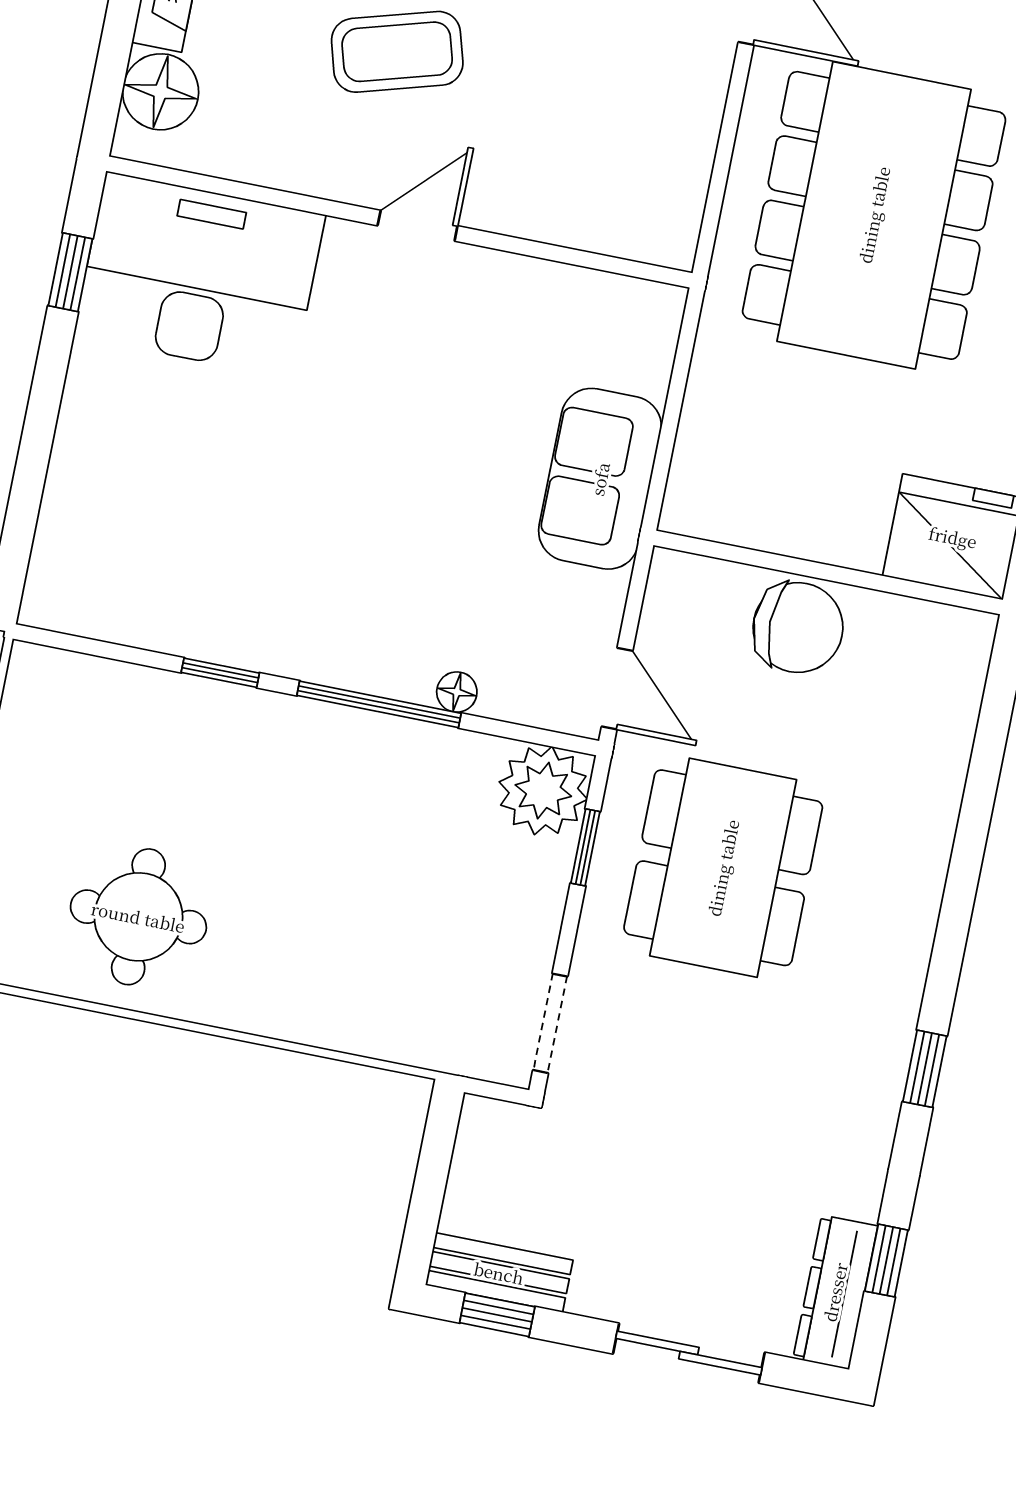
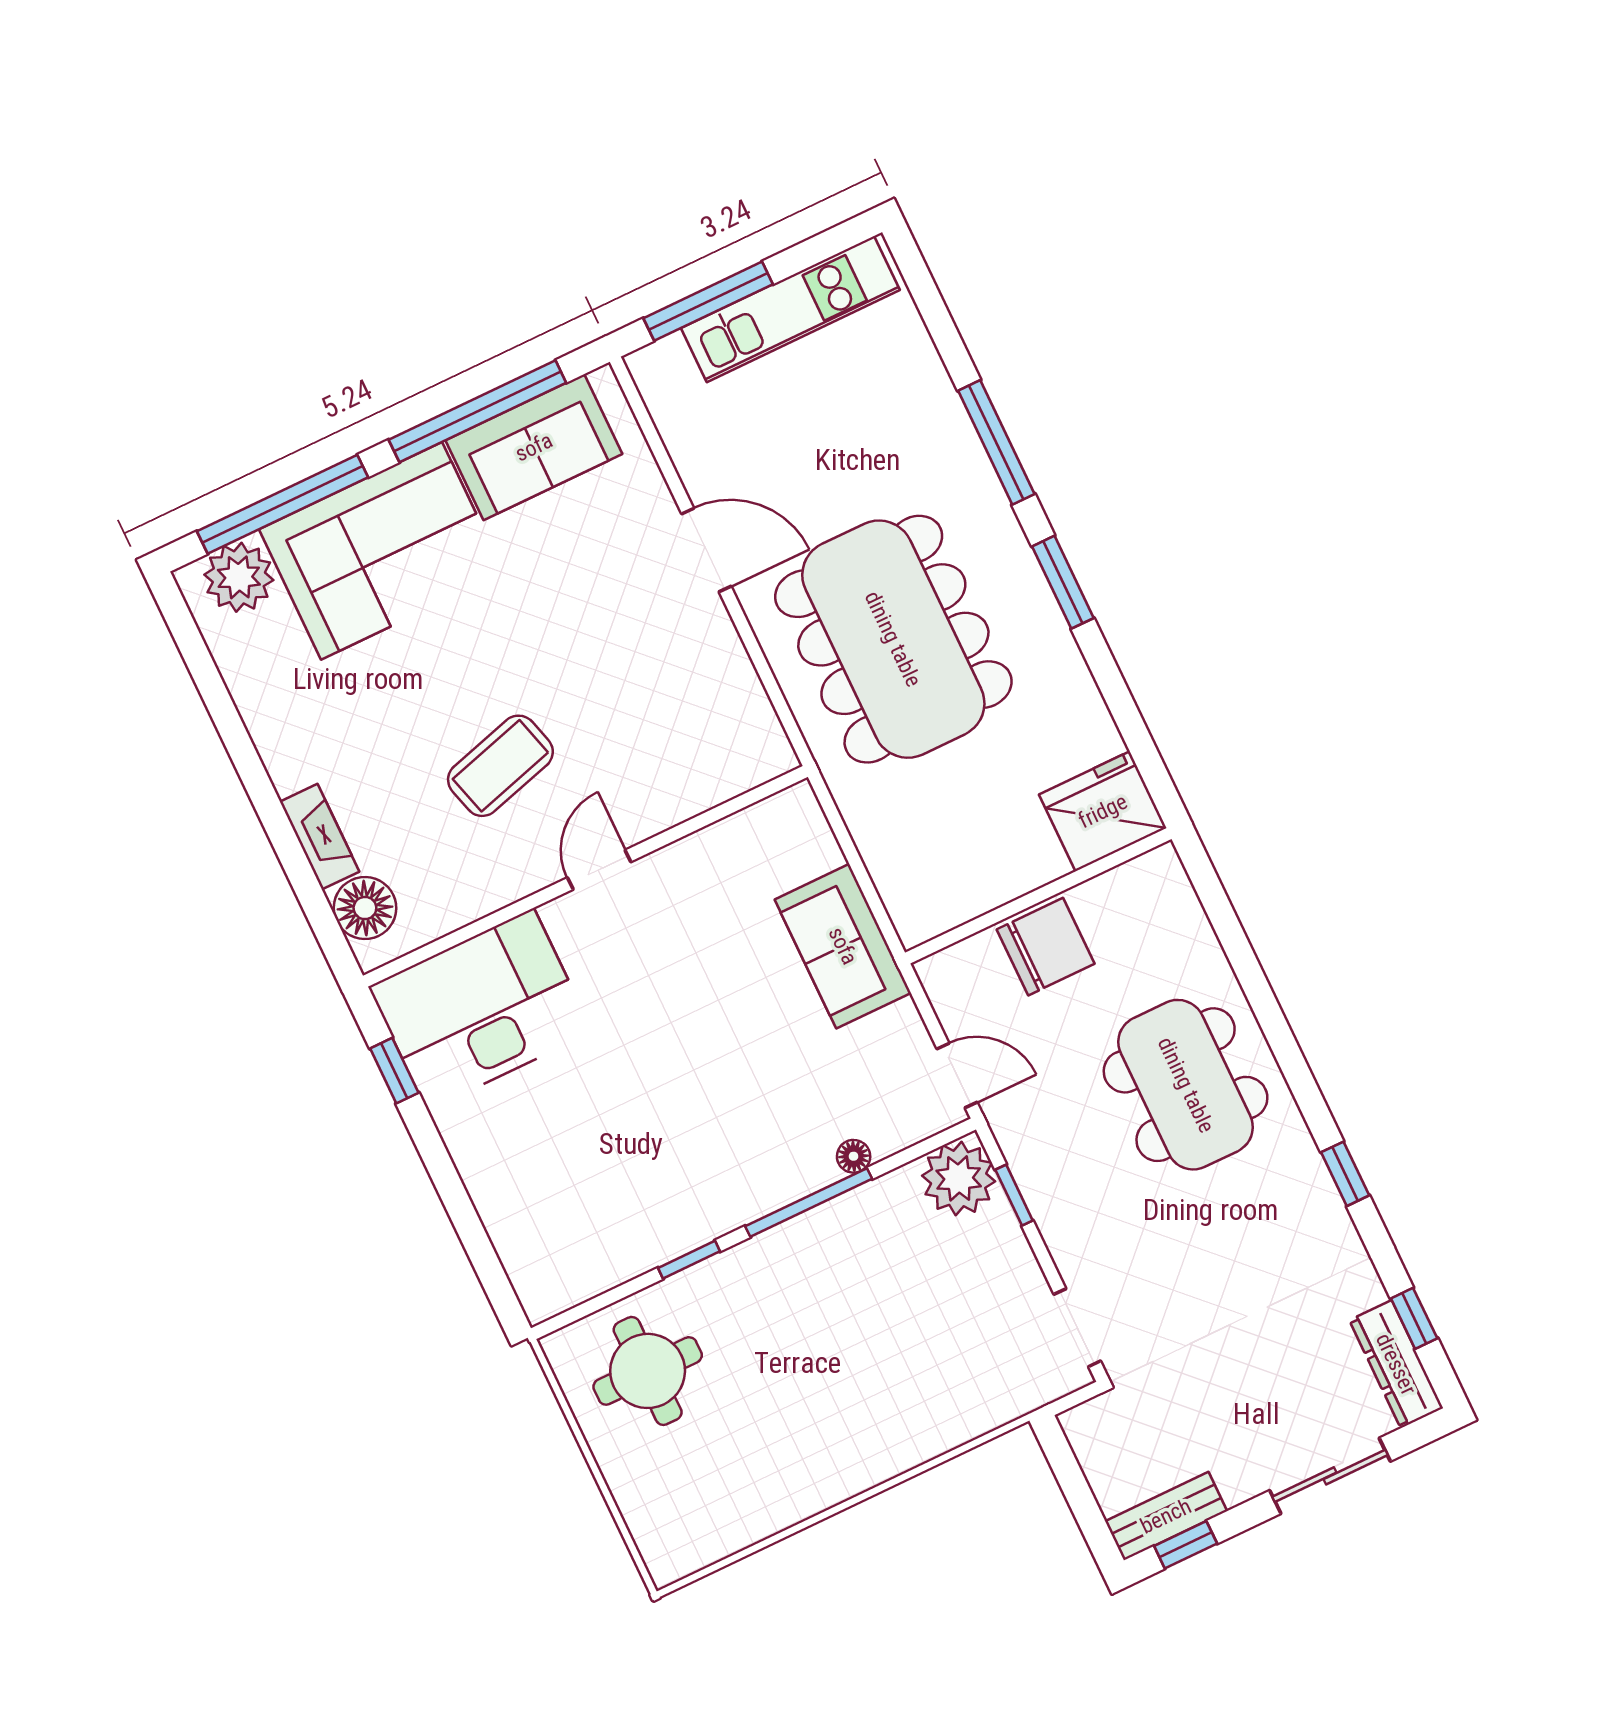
dining table: (723, 868) -> (1186, 1085), moved
round table: (138, 917) -> (648, 1371), moved

